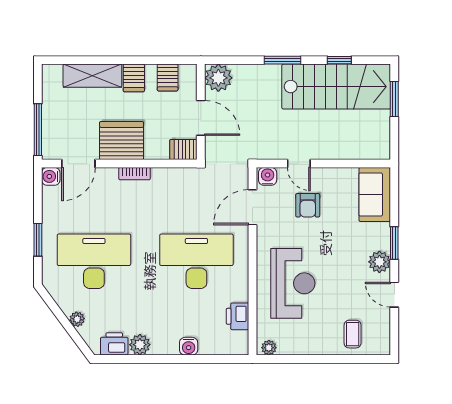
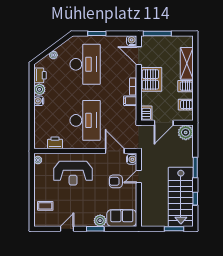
filing cabinet: (161, 179) -> (130, 101), added
plant: (379, 262) -> (100, 221), moved
water cooler: (189, 346) -> (39, 101), moved

